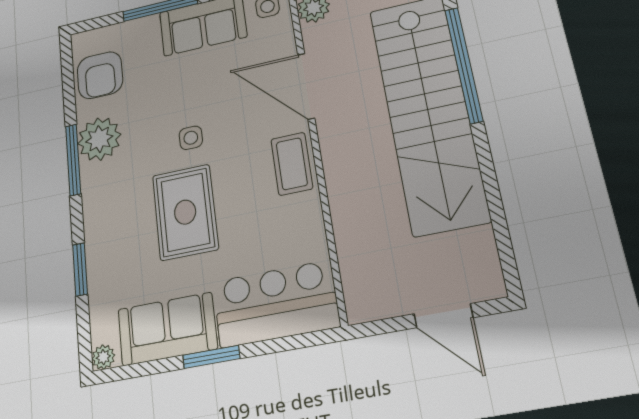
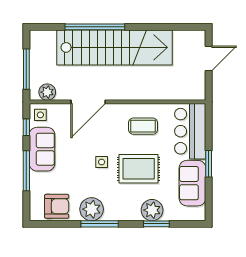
coffee table: (292, 164) -> (143, 126), moved
plant: (103, 357) -> (152, 210), moved, width x1.87, depth x1.87

